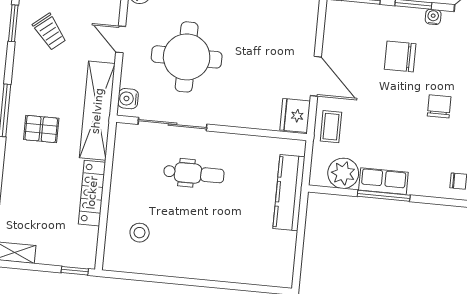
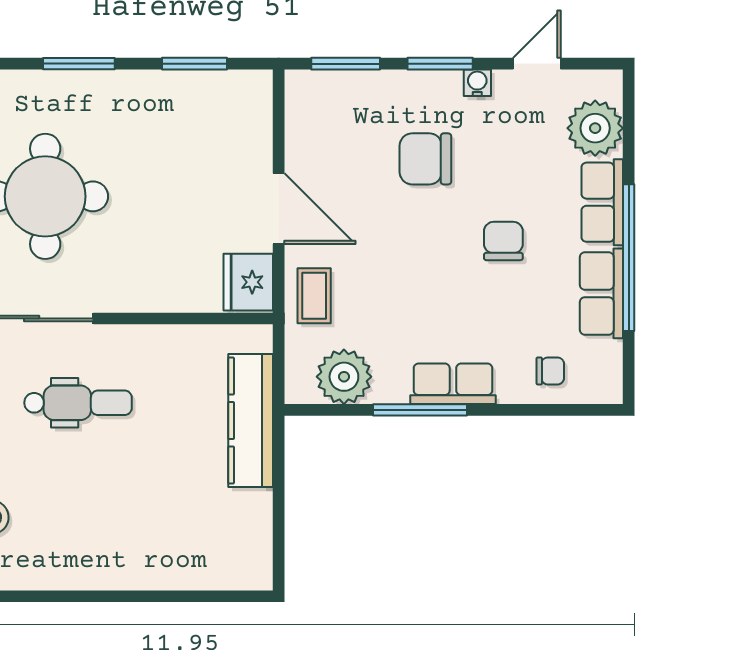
row of seats: (383, 181) -> (453, 384), moved

